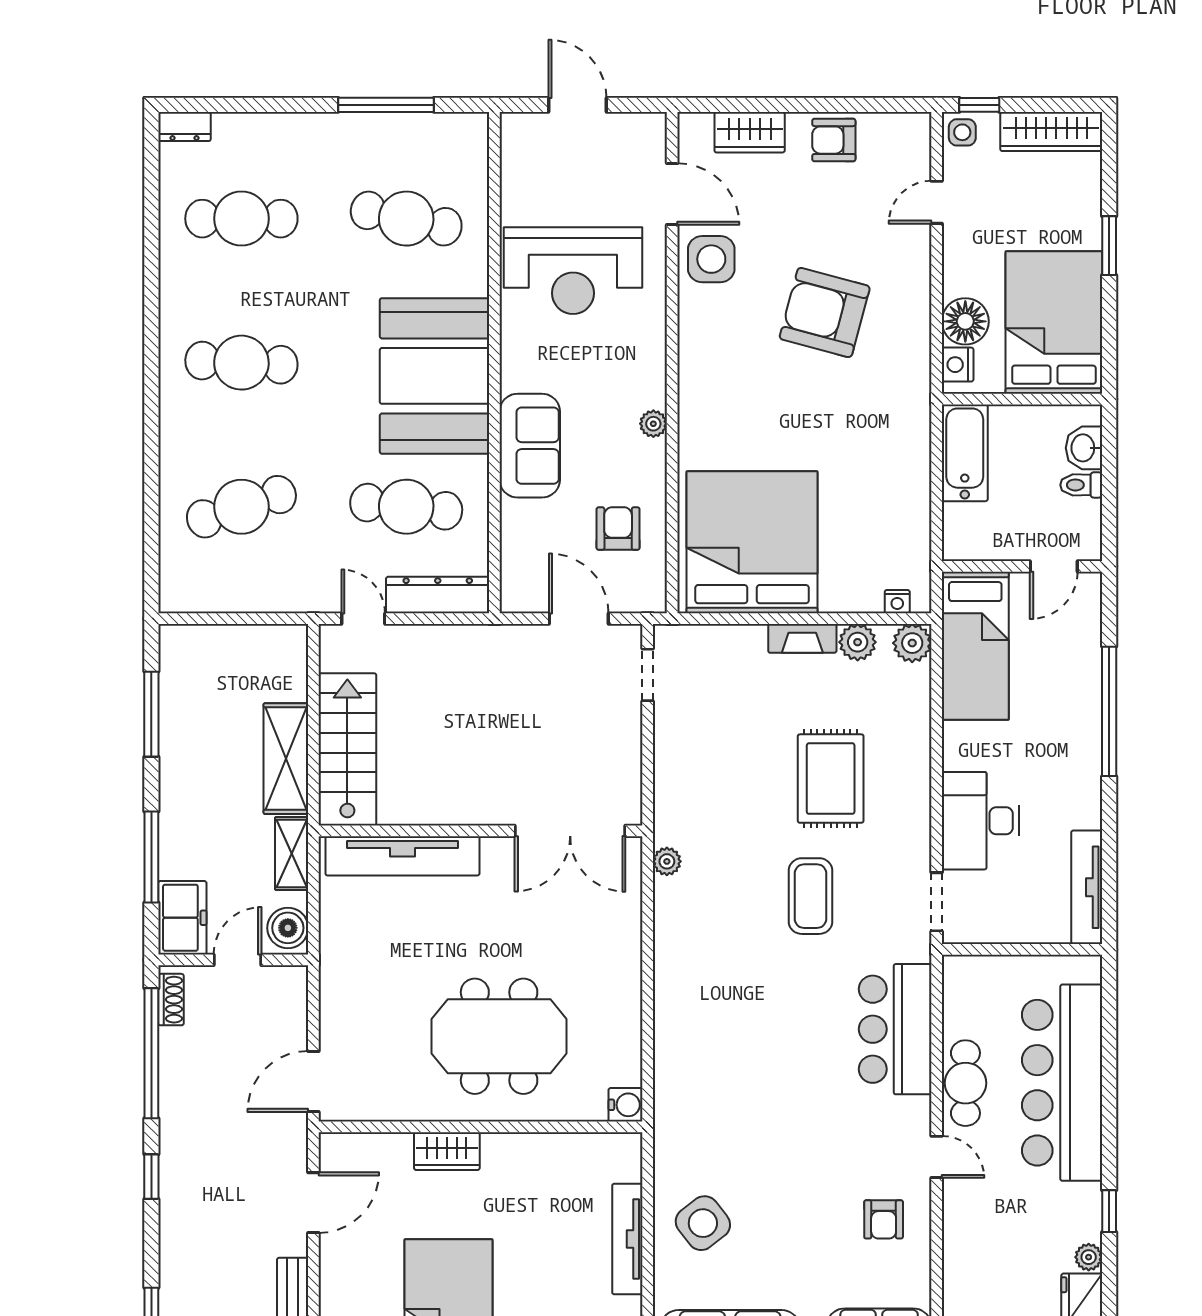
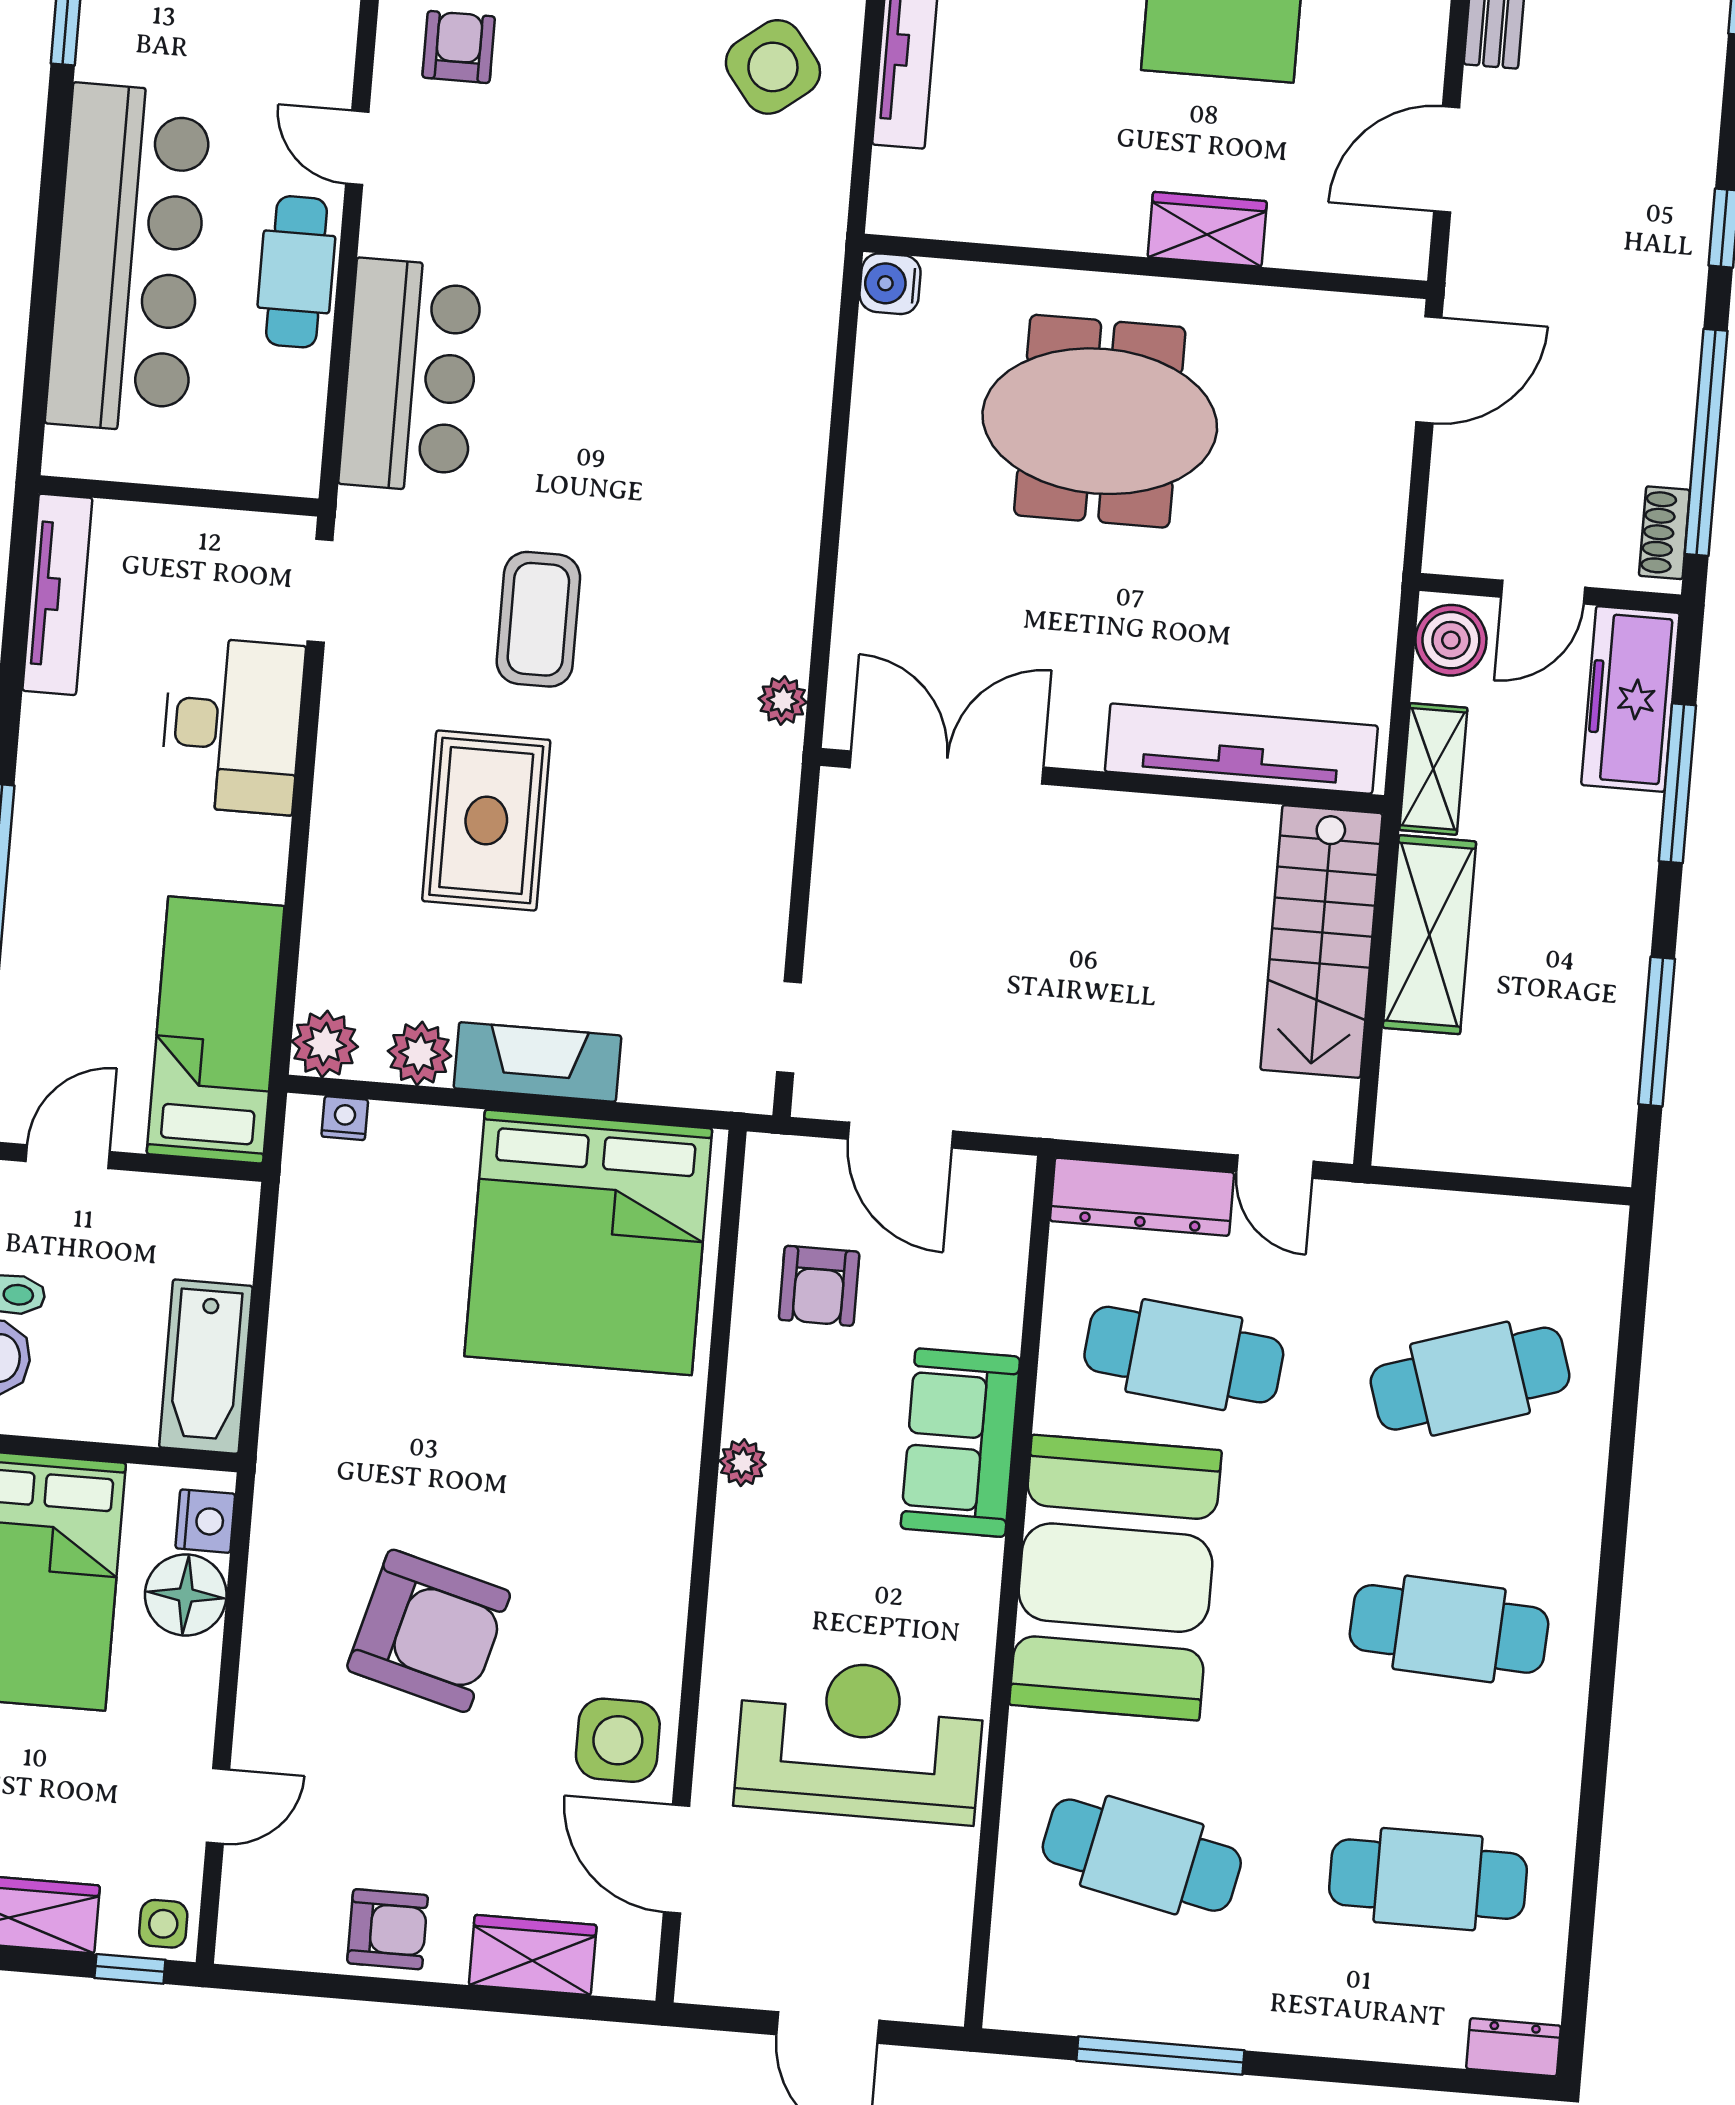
fireplace: (802, 638) -> (537, 1062), width x1.37, depth x1.32
freezer: (182, 918) -> (1630, 699), width x1.40

